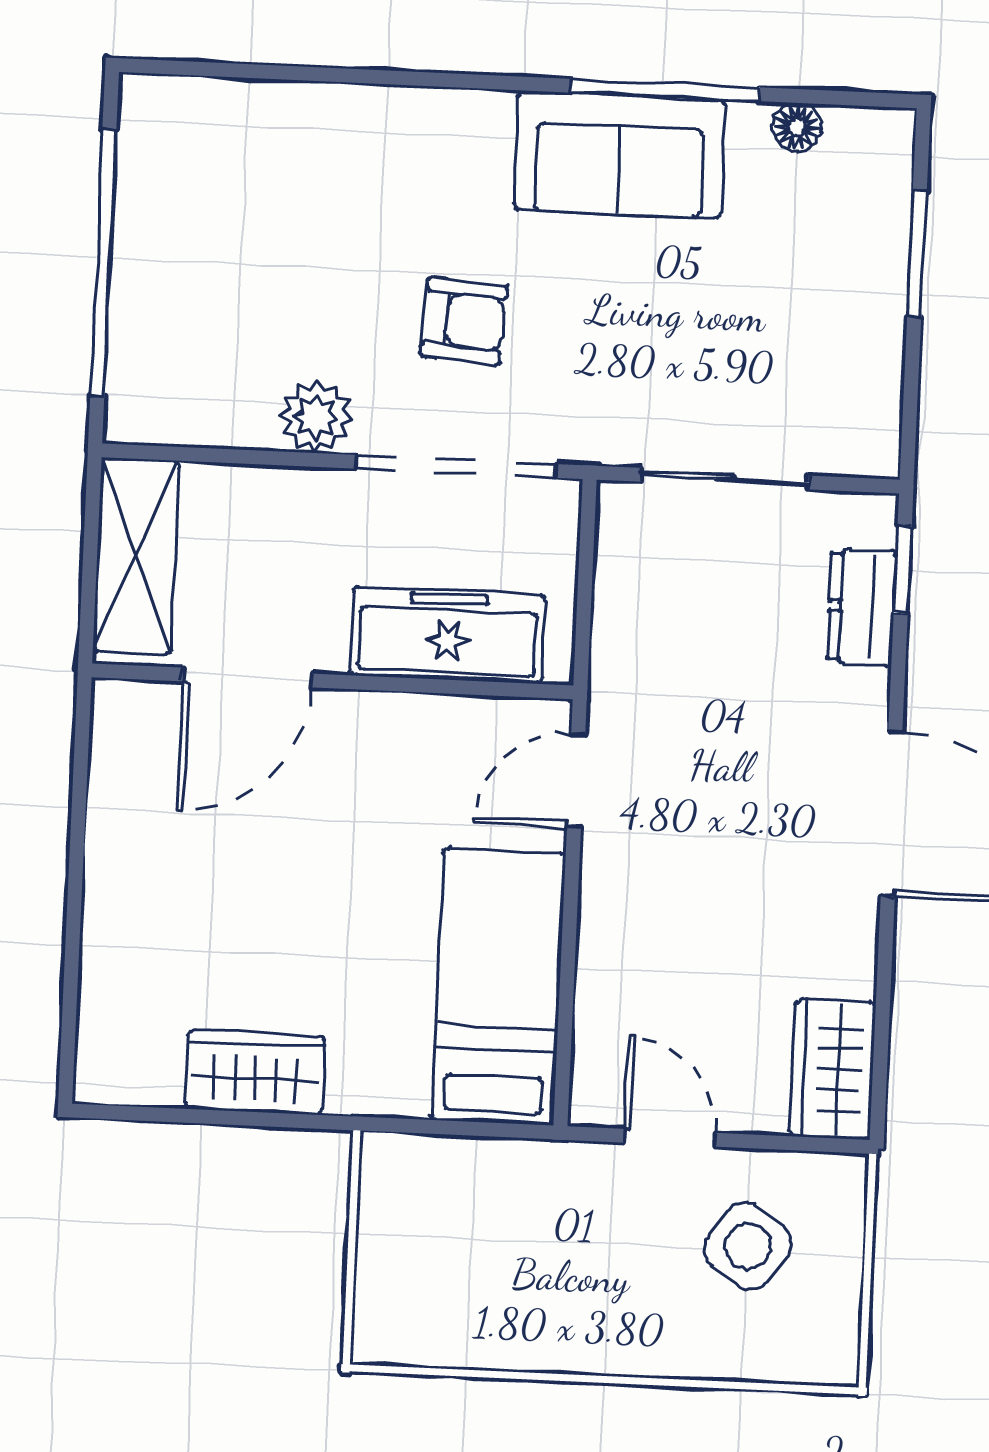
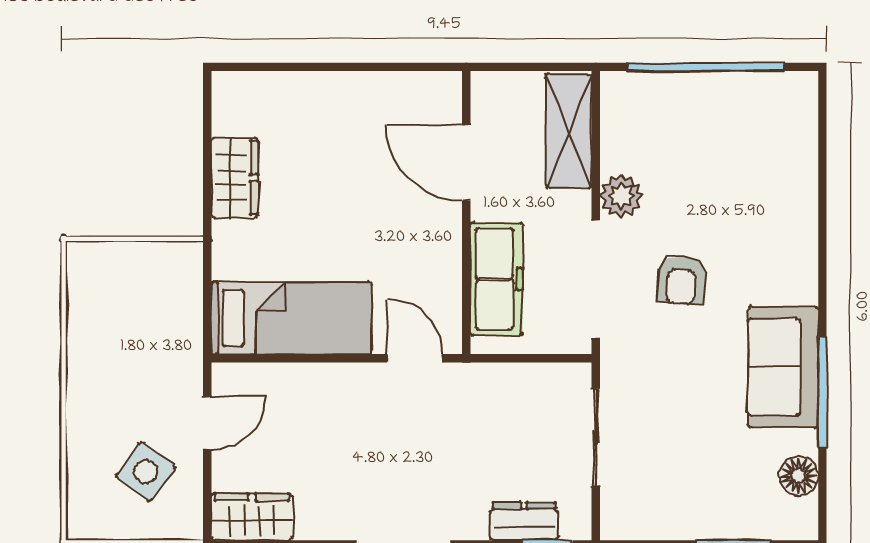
floor lamp: (797, 127) -> (799, 476), width x1.37, depth x1.37
shelving: (136, 556) -> (569, 131), moved, turned 90

